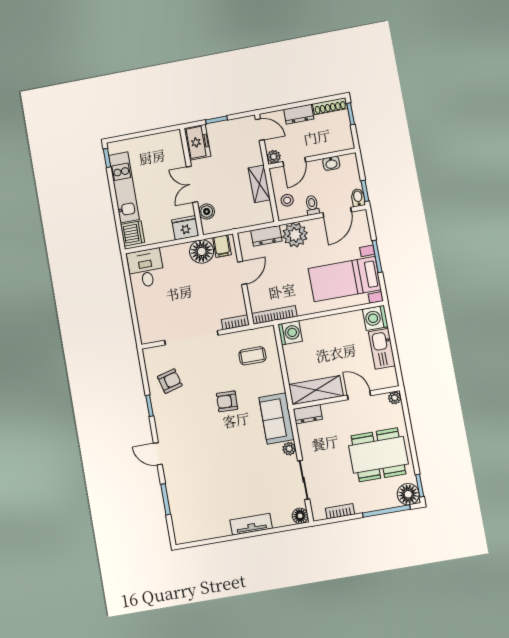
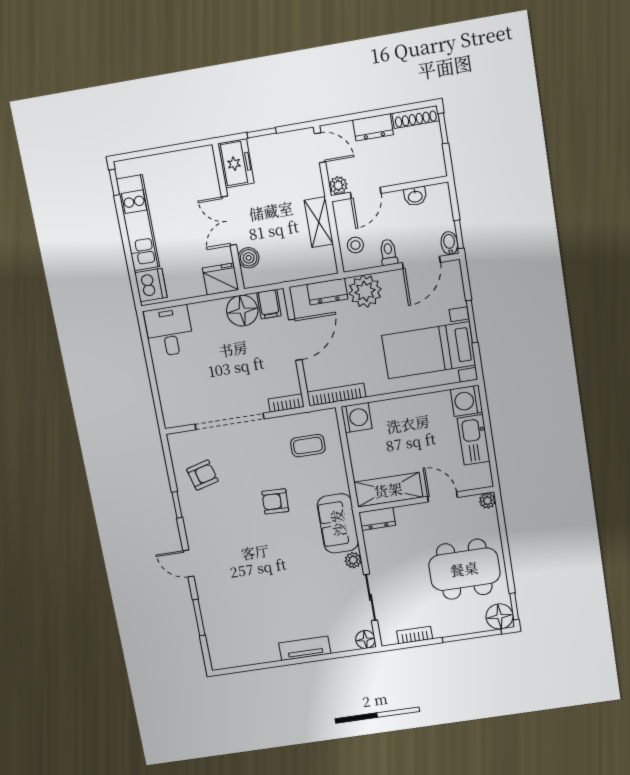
door: (242, 273) -> (295, 340), width x1.38

